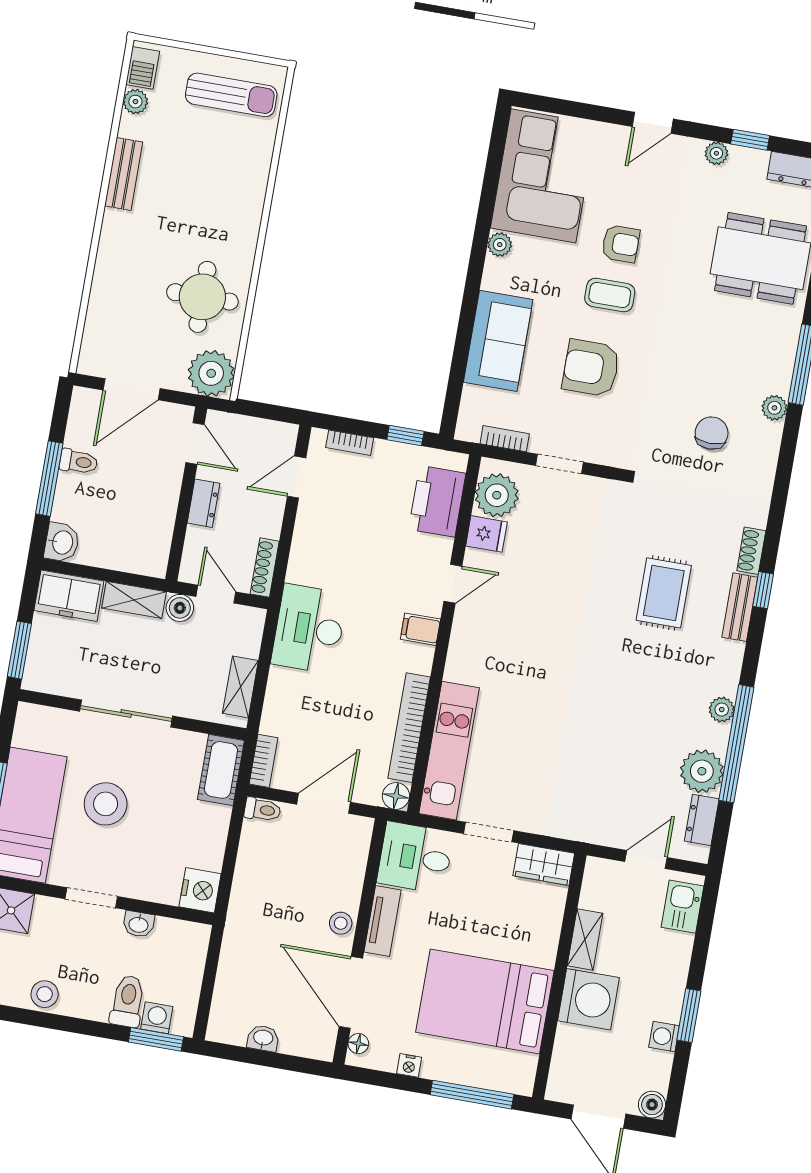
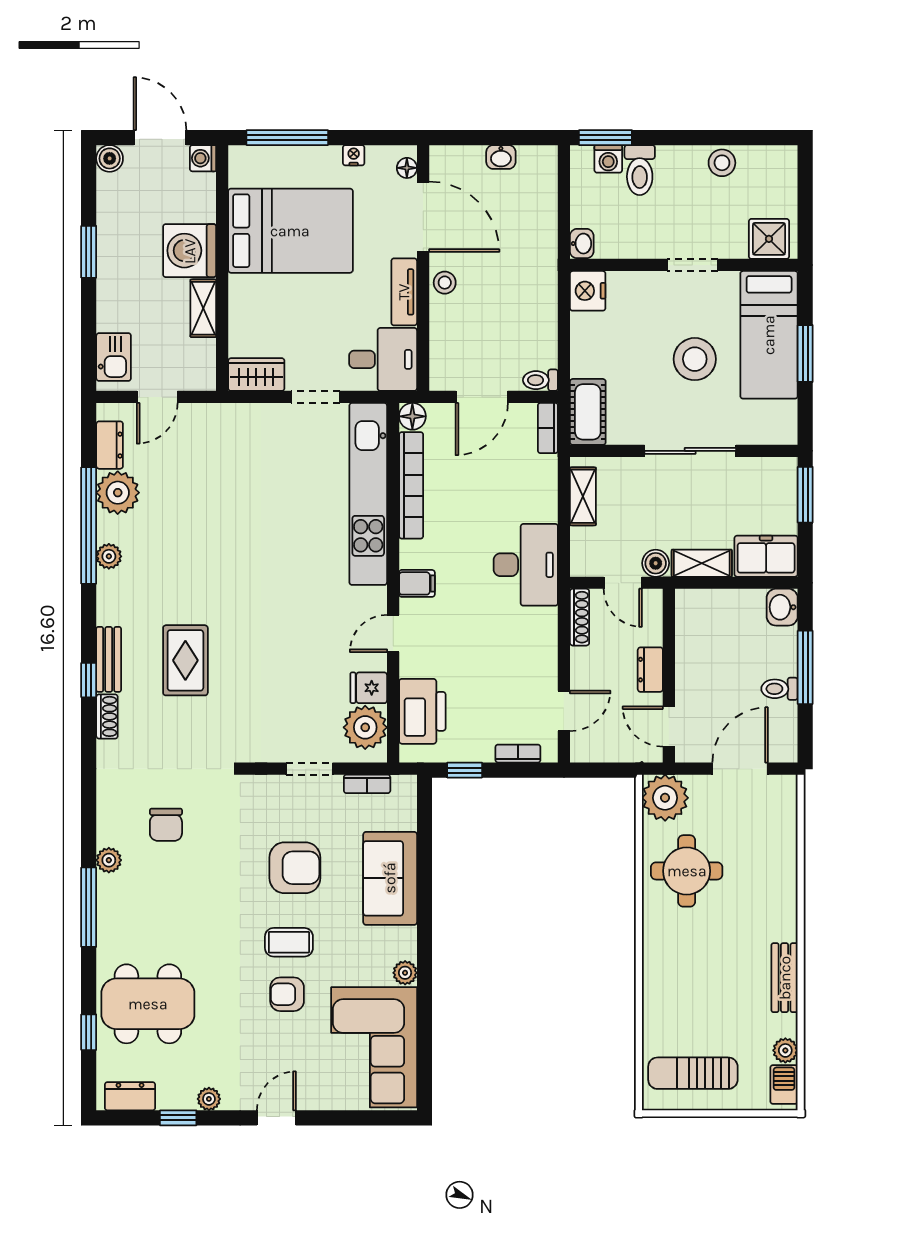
kitchen unit: (449, 751) -> (368, 494), width x1.36
washbasin: (139, 924) -> (582, 244), moved, turned 90
washing machine: (664, 1036) -> (203, 158), moved, turned 180

